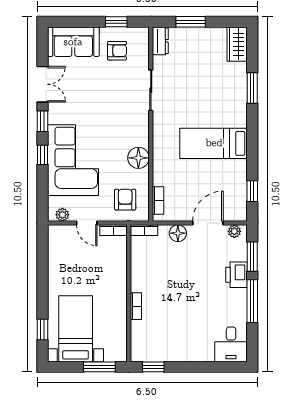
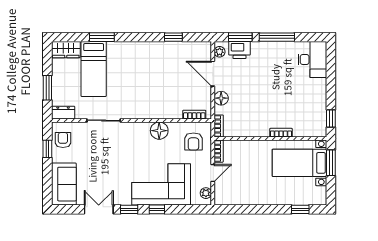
armchair: (117, 51) -> (63, 140), moved
bed: (214, 143) -> (94, 69), moved
window: (252, 191) -> (173, 37), moved
armchair: (125, 200) -> (193, 142), turned -90
printer: (237, 275) -> (239, 50), moved
bed with nightstands: (76, 329) -> (300, 163), moved
desk: (231, 344) -> (312, 59), width x1.37

